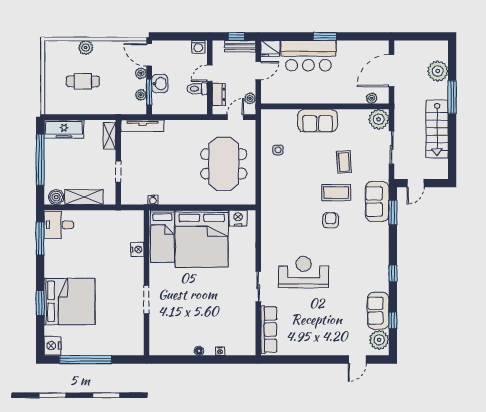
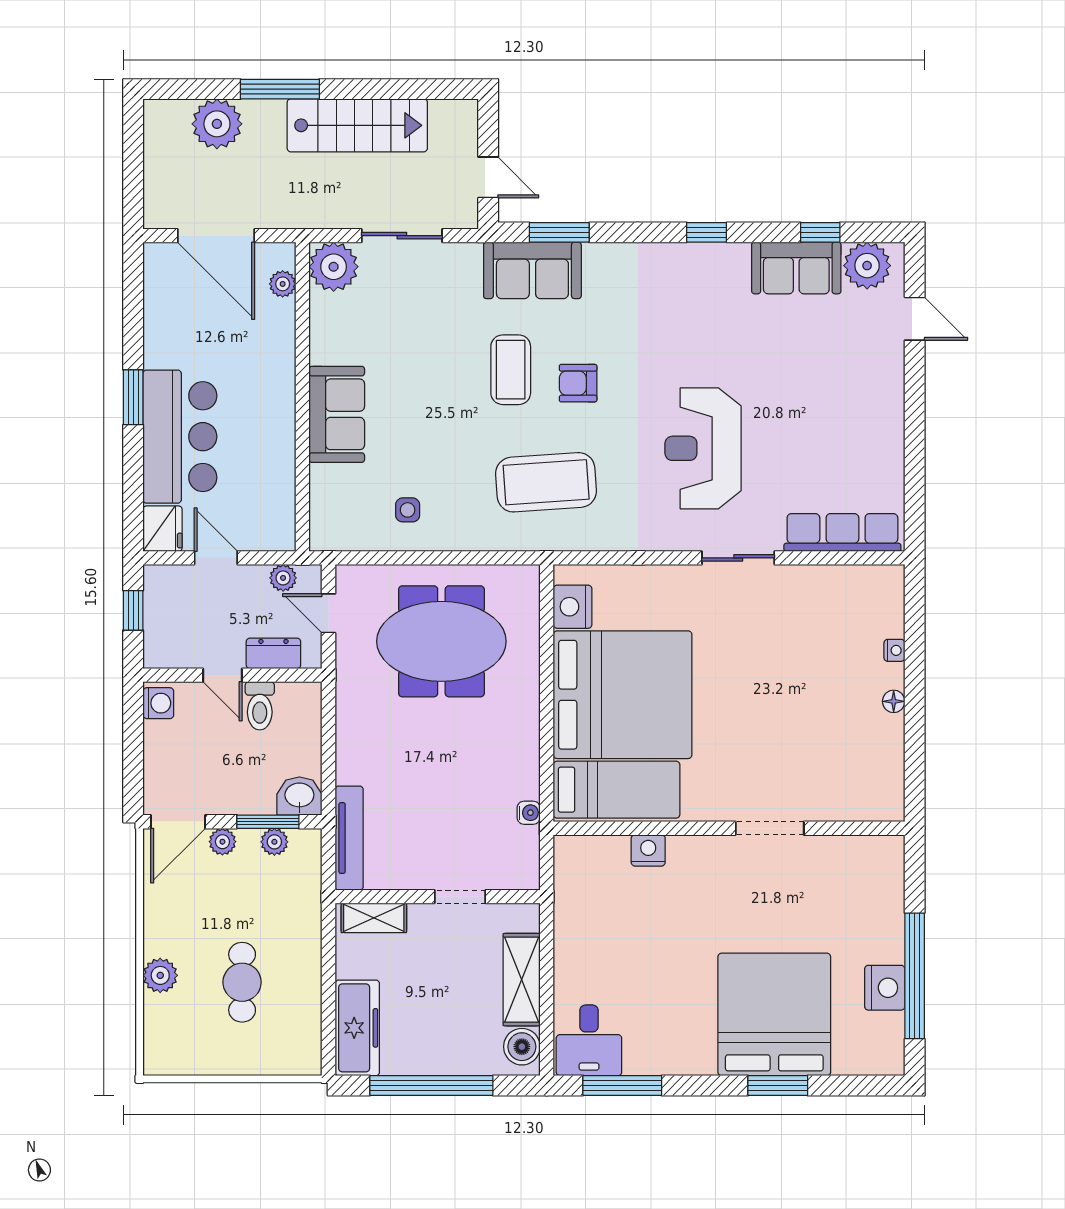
bench: (240, 46) -> (157, 602), removed
washbasin: (160, 84) -> (299, 796), moved
coffee table: (344, 162) -> (546, 482), moved, width x1.86, depth x1.72
nightstand: (52, 346) -> (885, 988), moved, turned -90

